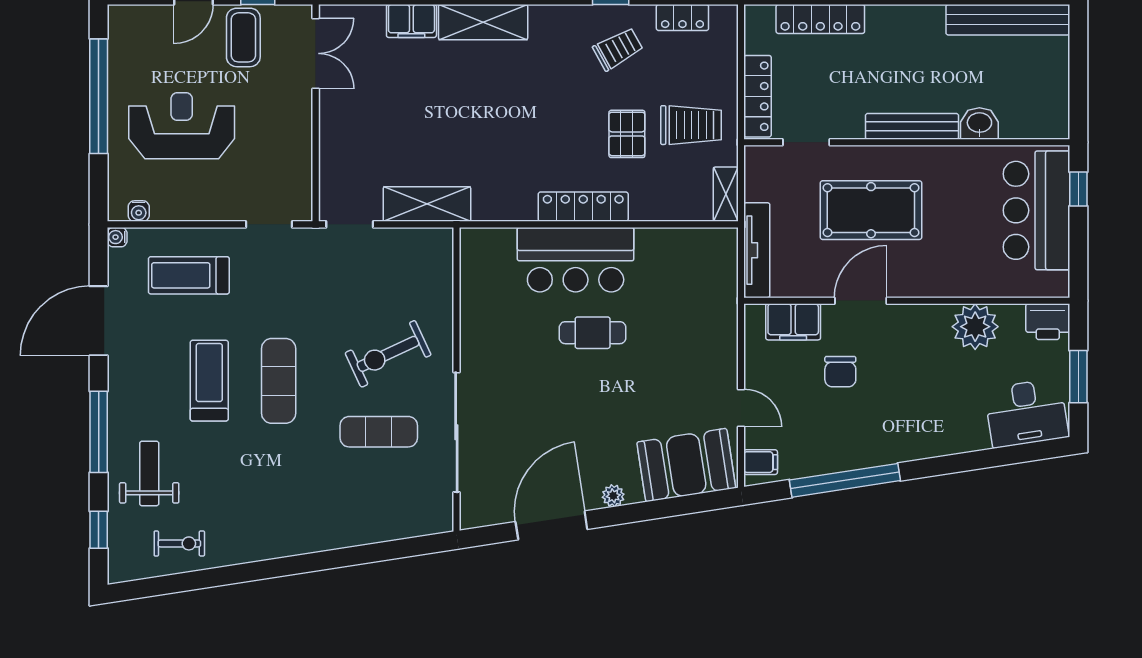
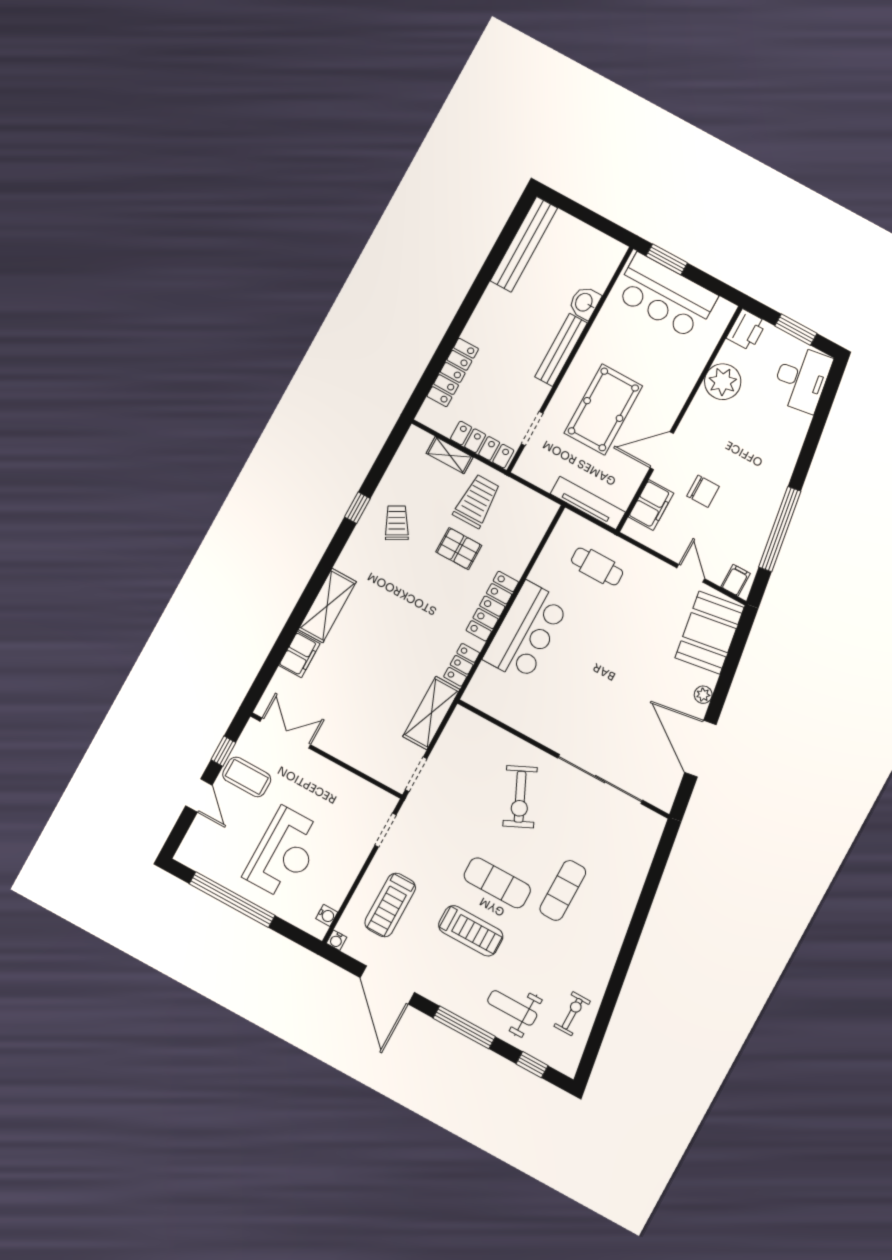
locker: (682, 18) -> (462, 665), moved, turned 180
reception desk: (182, 126) -> (284, 853), turned 180
window: (1078, 189) -> (667, 259), width x1.50
shelving: (726, 194) -> (450, 455), moved
door: (861, 301) -> (662, 451), hinge flipped
cafe table: (593, 333) -> (597, 566), moved, turned 90
treadmill: (209, 381) -> (471, 931), turned 180
door: (741, 408) -> (691, 573), hinge flipped
exercise mat: (379, 432) -> (563, 890), moved

